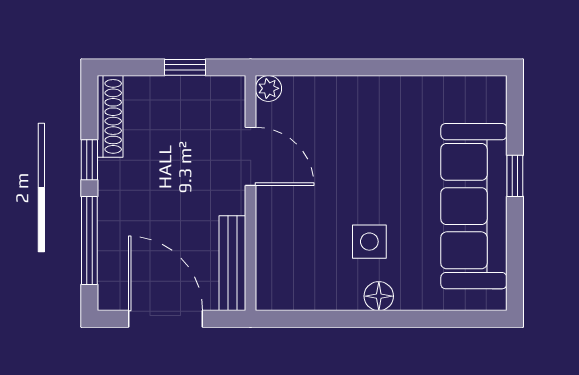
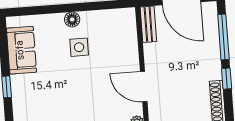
sofa: (474, 206) -> (21, 50), width x0.54, depth x0.79
bench: (232, 263) -> (148, 24), width x0.73

